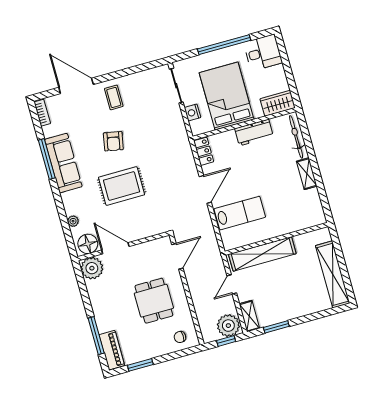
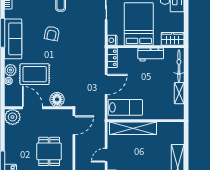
nightstand: (193, 113) -> (112, 40), moved
rug: (122, 186) -> (35, 74), moved
plant: (72, 206) -> (10, 70), added
wall: (276, 239) -> (146, 121), moved
floor lamp: (88, 244) -> (57, 99), moved
shelving: (262, 254) -> (133, 128), moved

